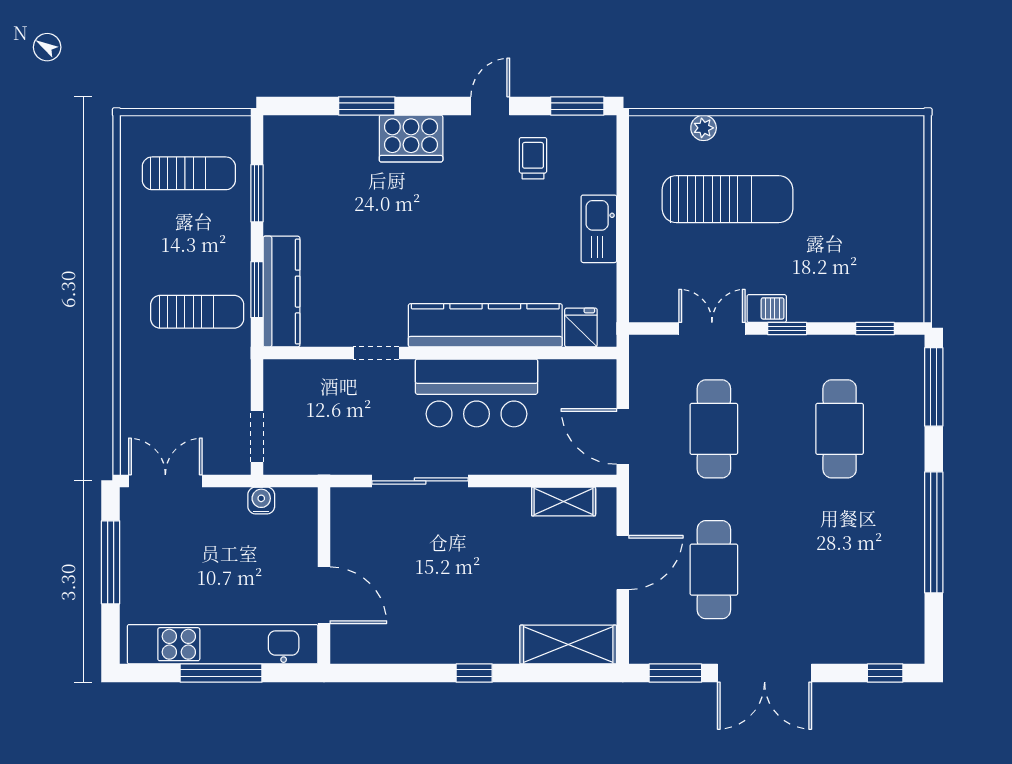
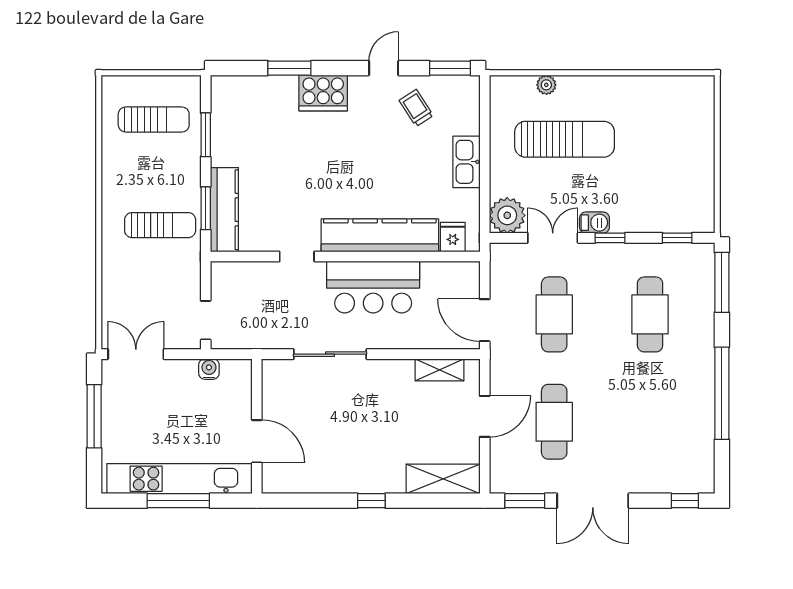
trolley: (533, 158) -> (416, 108), turned -33
plant: (652, 299) -> (507, 215), added

